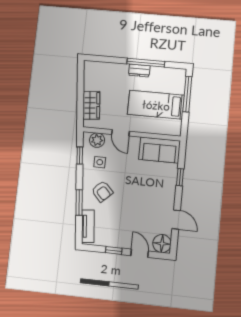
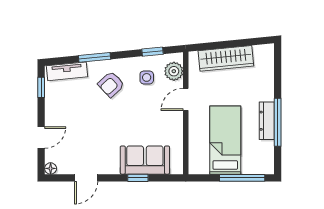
dresser: (139, 71) -> (267, 121), width x1.44
wardrobe: (91, 105) -> (226, 58), width x1.50
sofa: (159, 150) -> (145, 160), moved, turned 90
floor lamp: (162, 244) -> (51, 168), width x0.53, depth x0.53
window: (114, 250) -> (41, 87), moved

